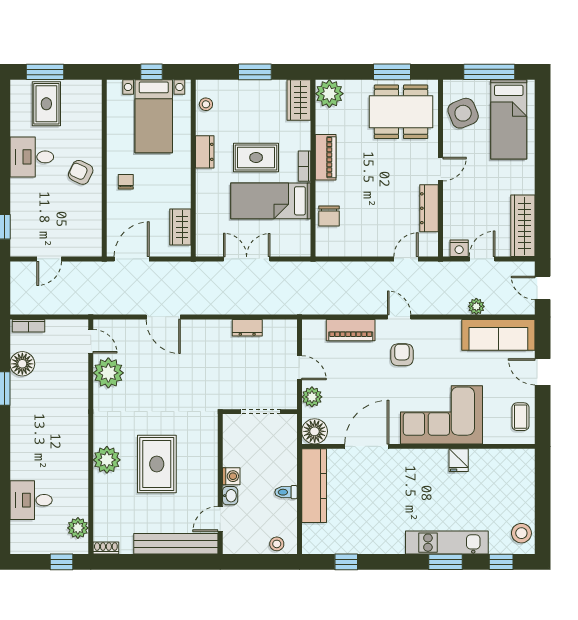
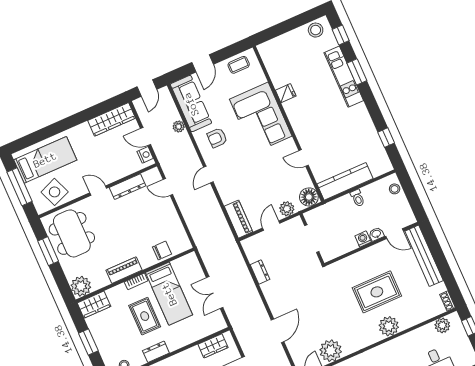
piano: (351, 330) -> (238, 219), moved
armchair: (402, 355) -> (217, 138), moved
door: (367, 446) -> (304, 158), width x0.53

